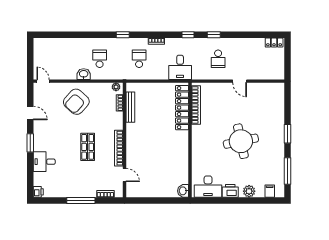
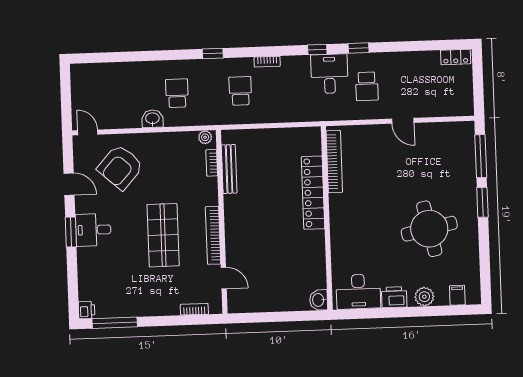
desk: (180, 67) -> (329, 74), moved, turned 180
armchair: (76, 102) -> (120, 167), moved
locker: (182, 108) -> (313, 193), moved
round table: (241, 141) -> (429, 229), moved
shop shelf: (88, 147) -> (163, 235), width x1.43, depth x1.36
desk: (44, 162) -> (93, 230), moved
window: (287, 171) -> (481, 156), moved
window: (81, 200) -> (115, 323), moved

